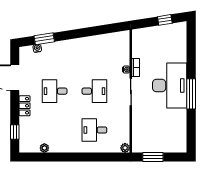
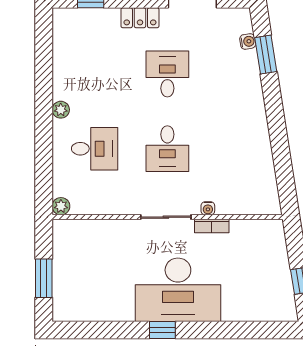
window: (191, 94) -> (162, 330), width x0.46
desk: (94, 130) -> (95, 149), turned 90
plant: (44, 148) -> (61, 110), moved
window: (153, 157) -> (44, 278), moved

